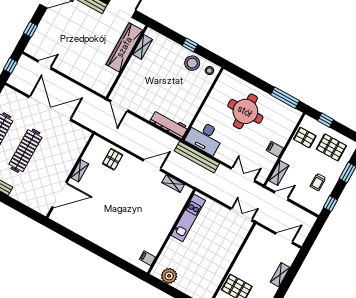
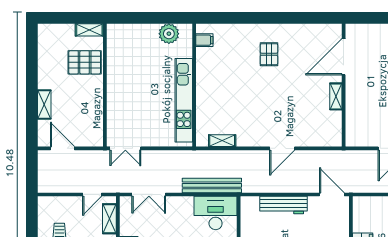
workbench: (169, 124) -> (284, 205), moved
pallet: (113, 159) -> (269, 54), moved
door: (152, 165) -> (282, 148), moved
window: (330, 204) -> (32, 216), removed
kitchen unit: (188, 218) -> (184, 100), width x1.36
door: (284, 238) -> (62, 148), swing flipped

